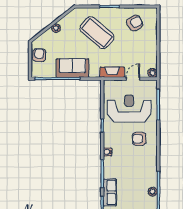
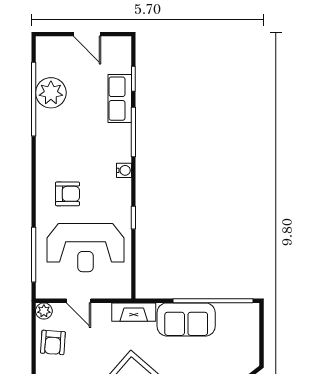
armchair: (39, 55) -> (53, 342), moved
fireplace: (112, 72) -> (134, 312), moved
door: (133, 79) -> (79, 301), hinge flipped
plant: (153, 192) -> (51, 93), width x1.87, depth x1.87

